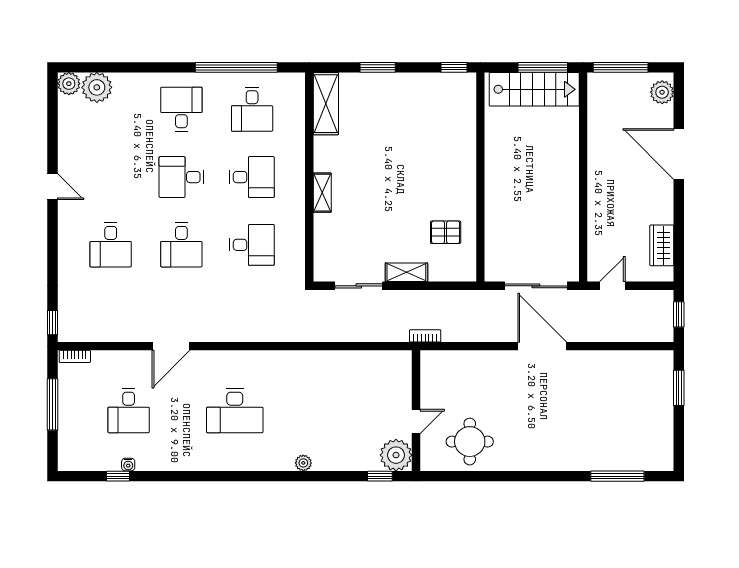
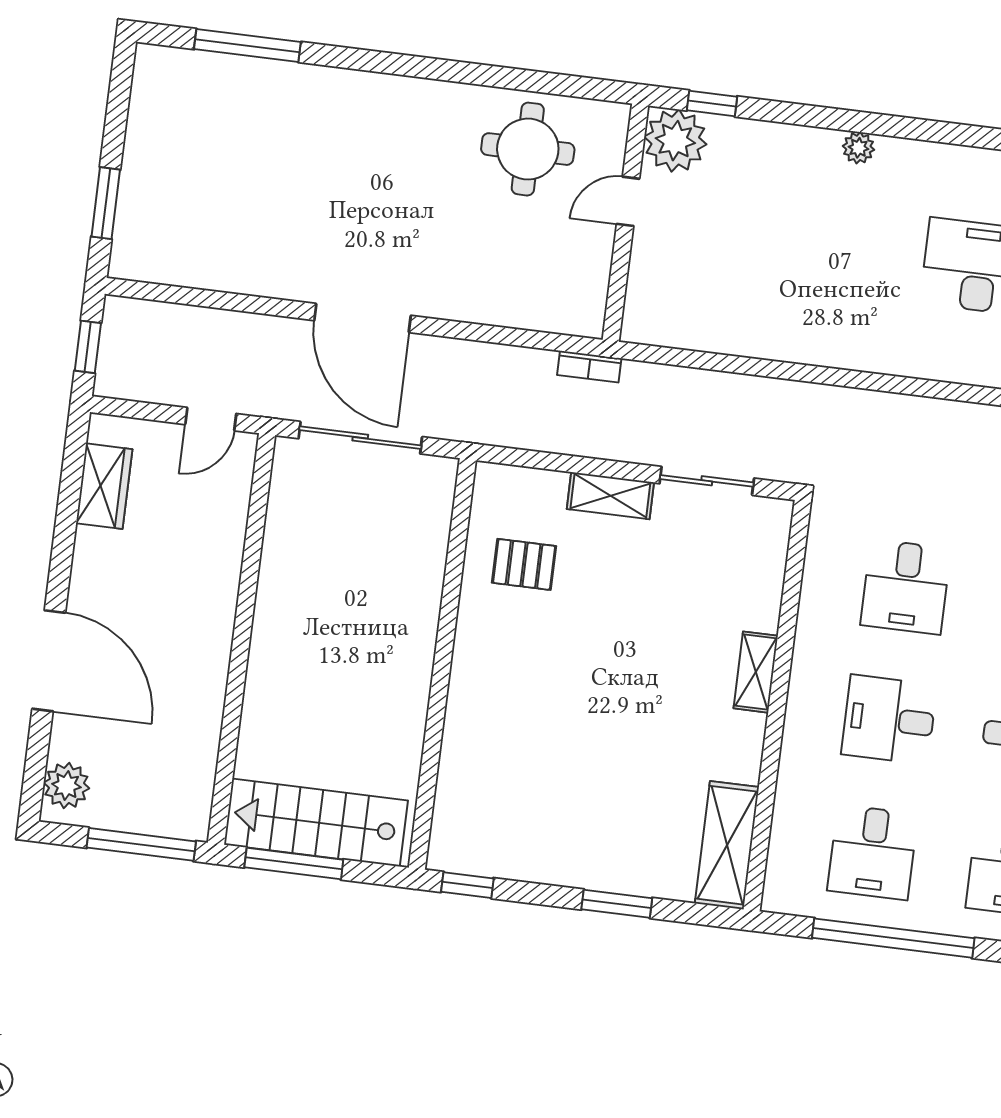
desk: (252, 109) -> (873, 852), turned 180
desk: (252, 245) -> (906, 587), turned -90

